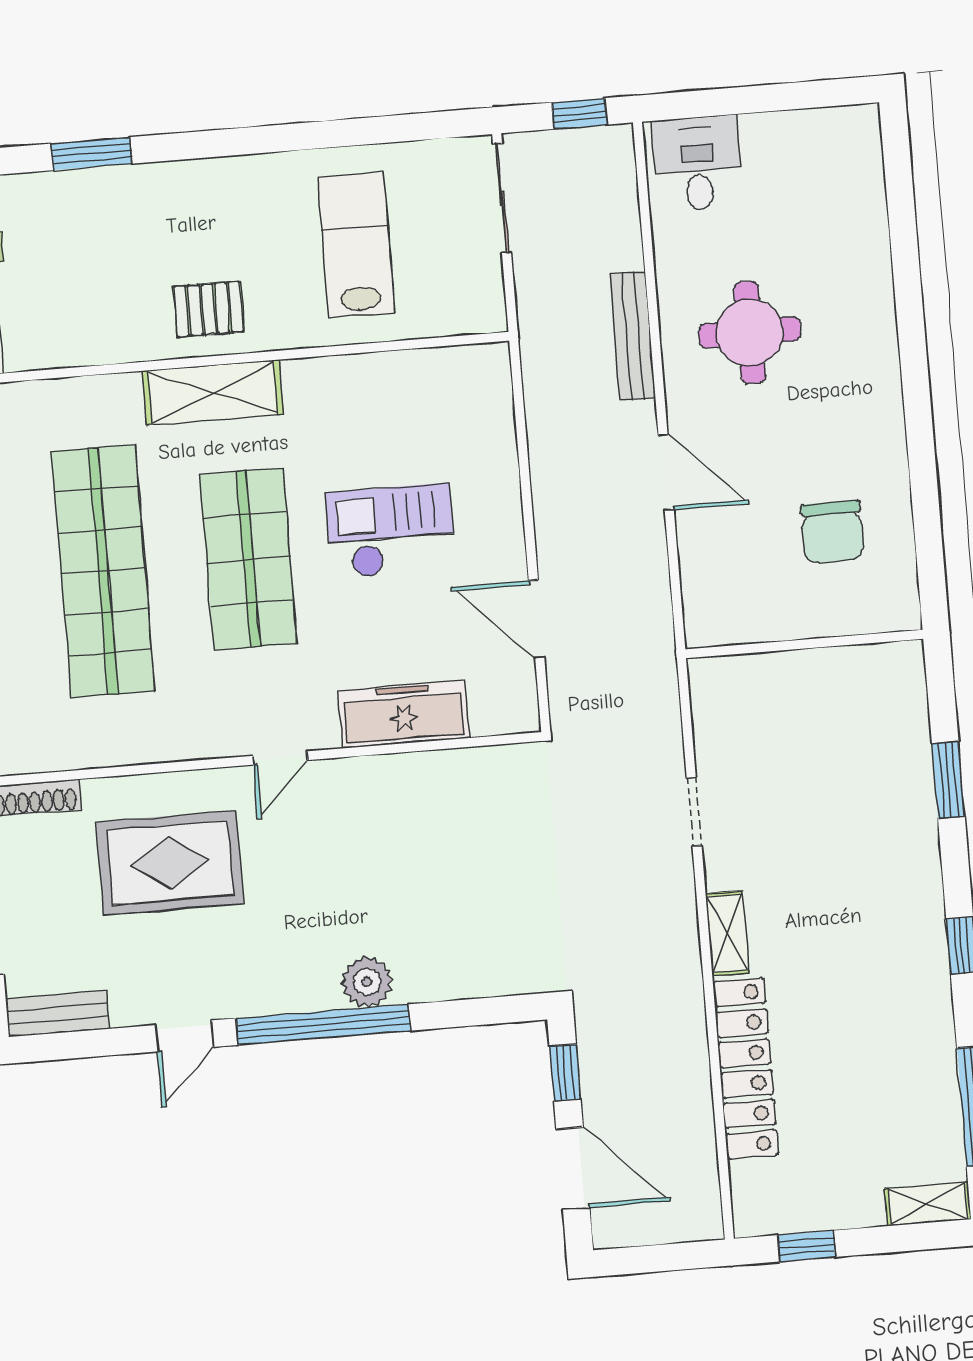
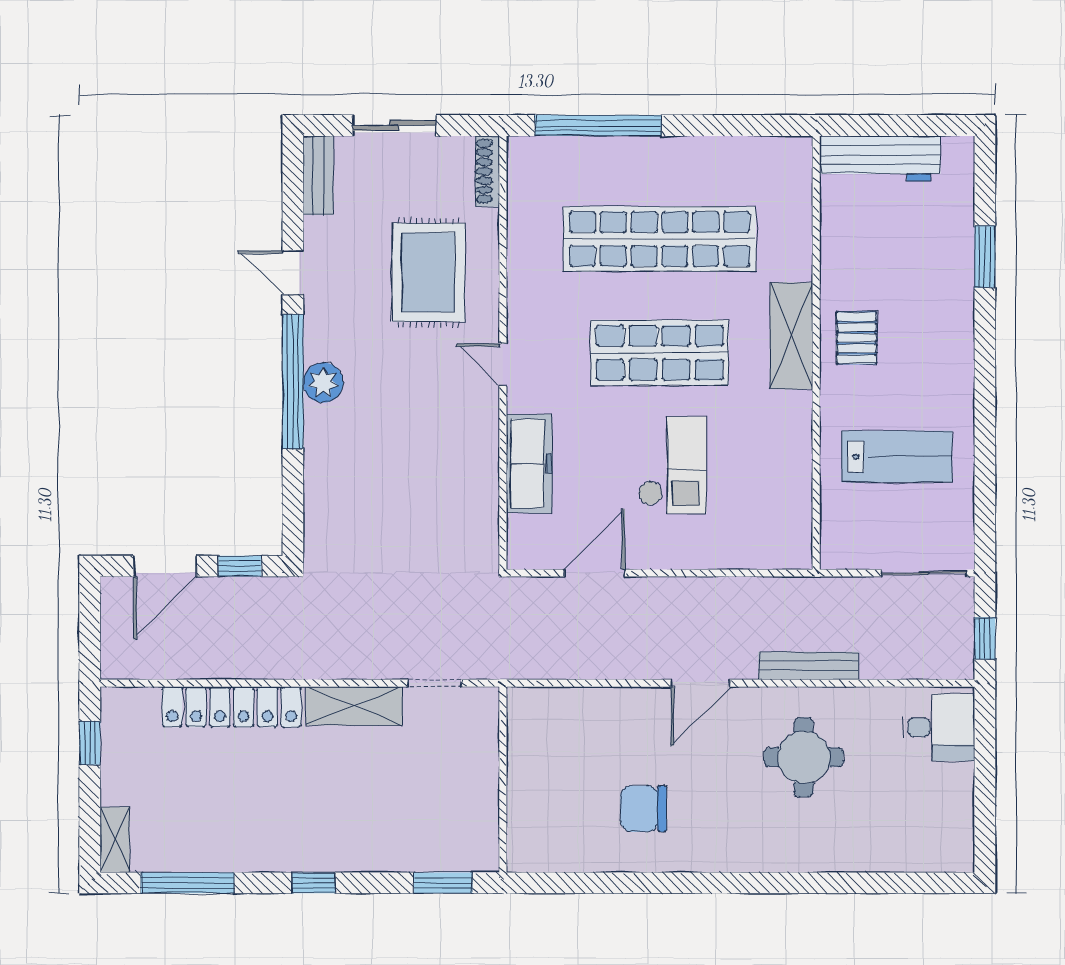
wall: (804, 644) -> (503, 780), moved
shelving: (727, 933) -> (354, 706), width x1.50, depth x1.33
plant: (367, 982) -> (323, 383), moved

